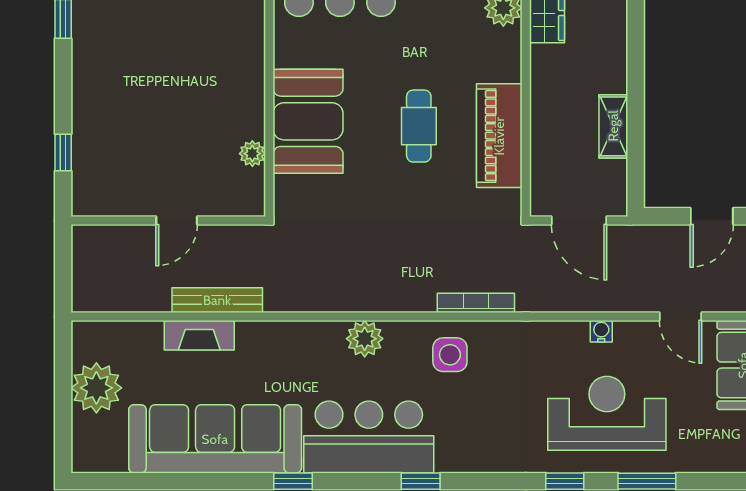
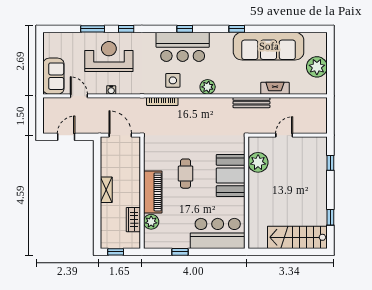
shelving: (613, 126) -> (106, 190), moved
piano: (499, 136) -> (153, 192), moved
plant: (252, 154) -> (258, 162), width x1.88, depth x1.88
bench: (217, 300) -> (251, 103), moved
reception desk: (607, 413) -> (109, 57), turned 180
bar counter: (369, 437) -> (183, 47), moved

